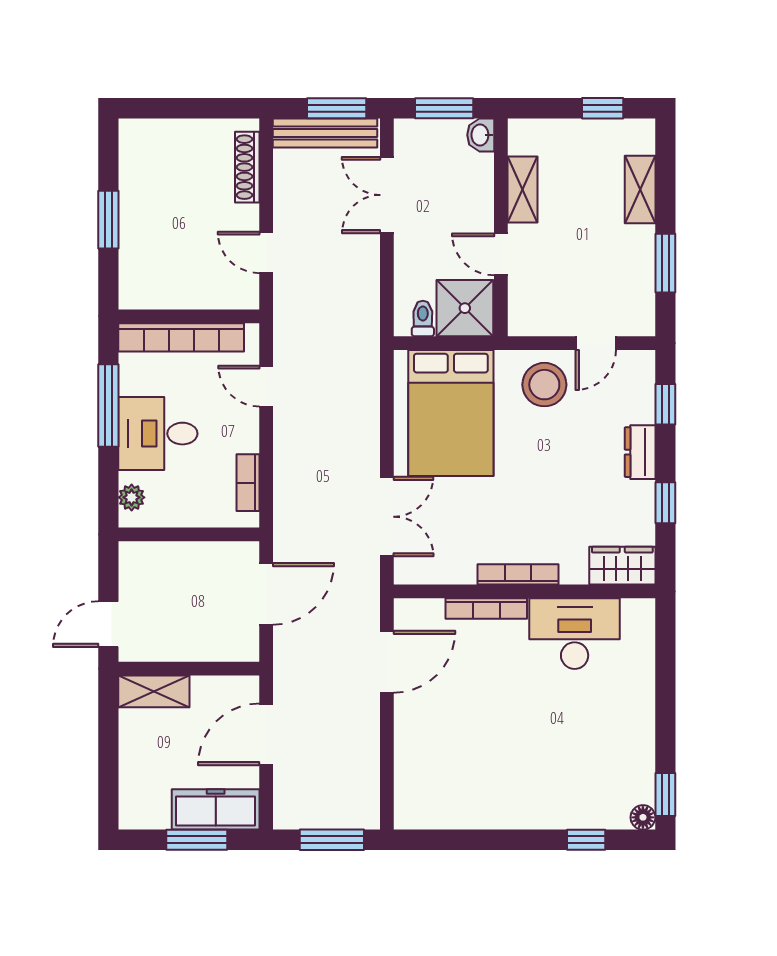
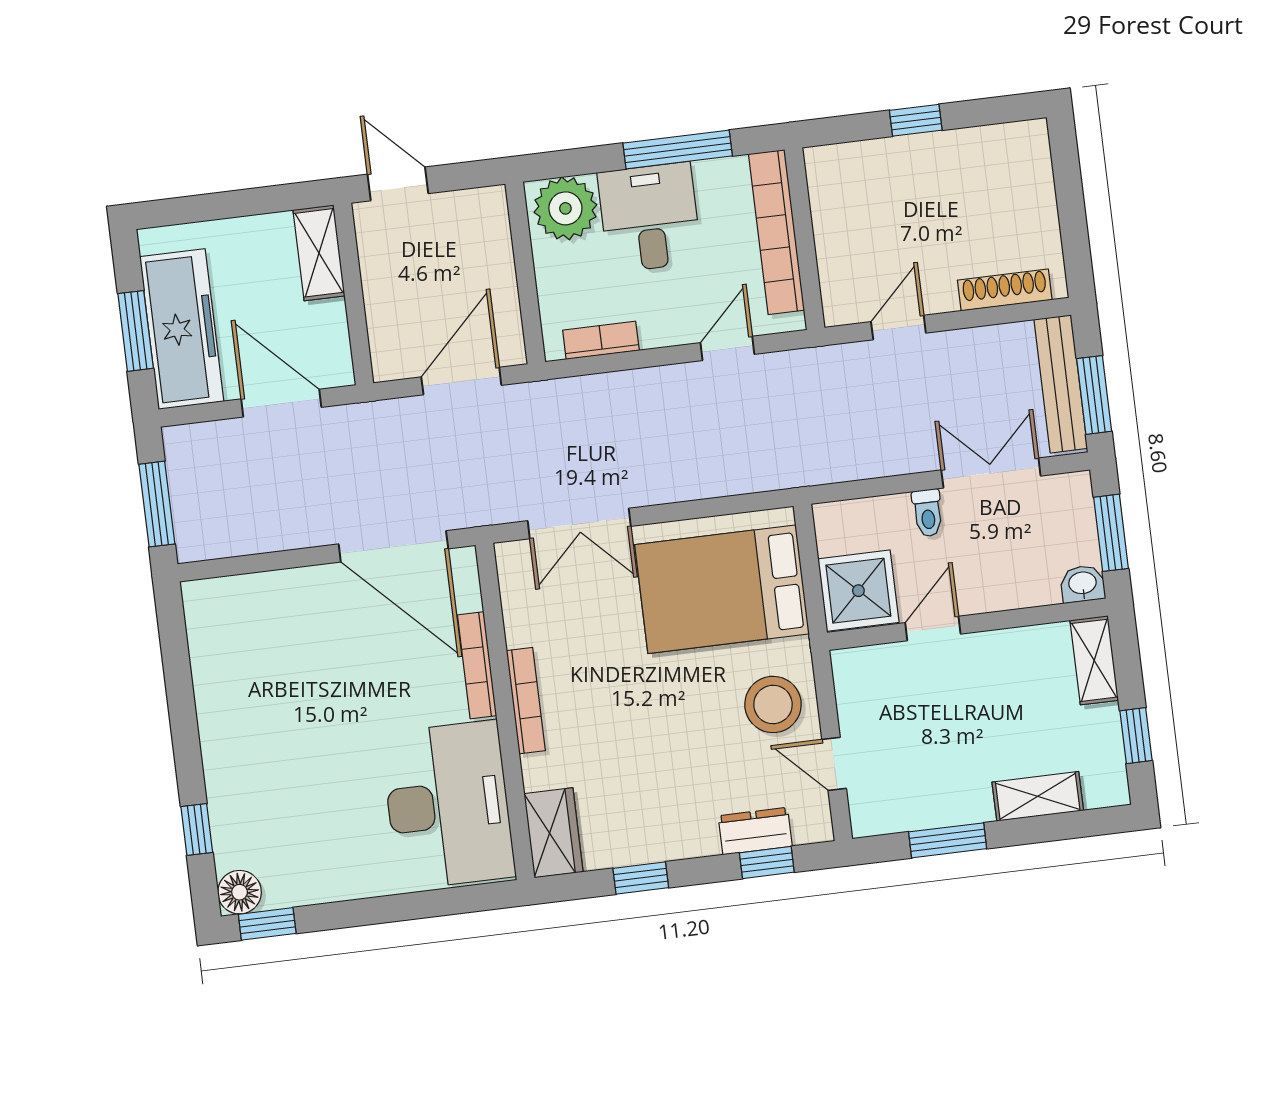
shelving: (523, 189) -> (1094, 660), moved, turned 90
window: (108, 220) -> (916, 120), width x0.67
toilet: (423, 318) -> (928, 513), moved, turned 90
dresser: (640, 452) -> (755, 831), moved
plant: (132, 497) -> (565, 208), width x1.87, depth x1.87
door: (266, 594) -> (461, 381), swing flipped
desk: (575, 634) -> (448, 805), width x1.36, depth x1.30
door: (387, 662) -> (393, 546), width x1.36
freezer: (216, 809) -> (182, 329), width x1.36, depth x1.26
floor lamp: (643, 817) -> (240, 892), width x1.37, depth x1.37

